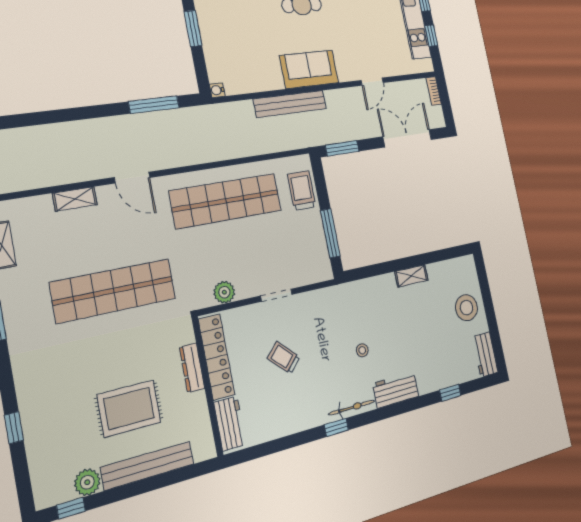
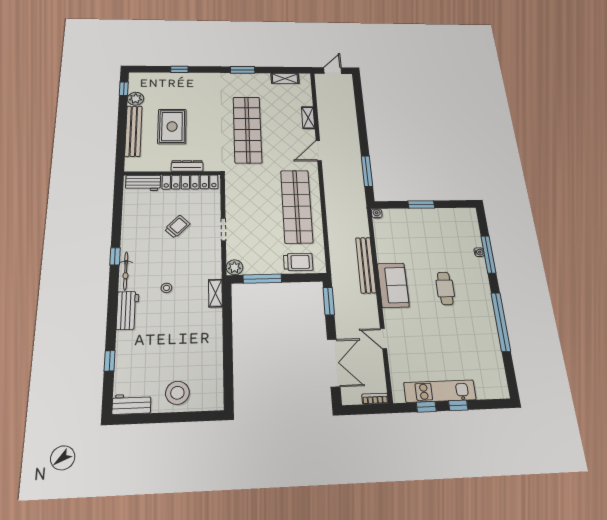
shelving: (411, 276) -> (215, 293), moved
plant: (224, 292) -> (234, 267), moved

